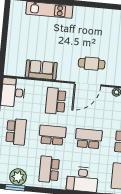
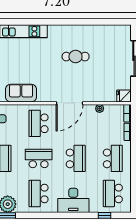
cafe table: (92, 64) -> (76, 57), moved
school desk: (89, 139) -> (76, 158), turned 90

